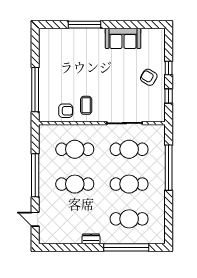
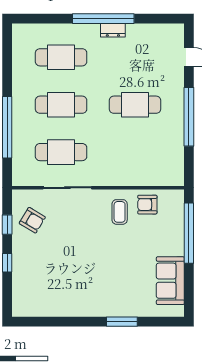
window: (84, 25) -> (122, 322), width x0.69
sofa: (123, 38) -> (170, 281), moved, turned -90
armchair: (149, 77) -> (32, 220), moved
cafe table: (75, 149) -> (135, 152), removed
window: (126, 247) -> (103, 19), moved

